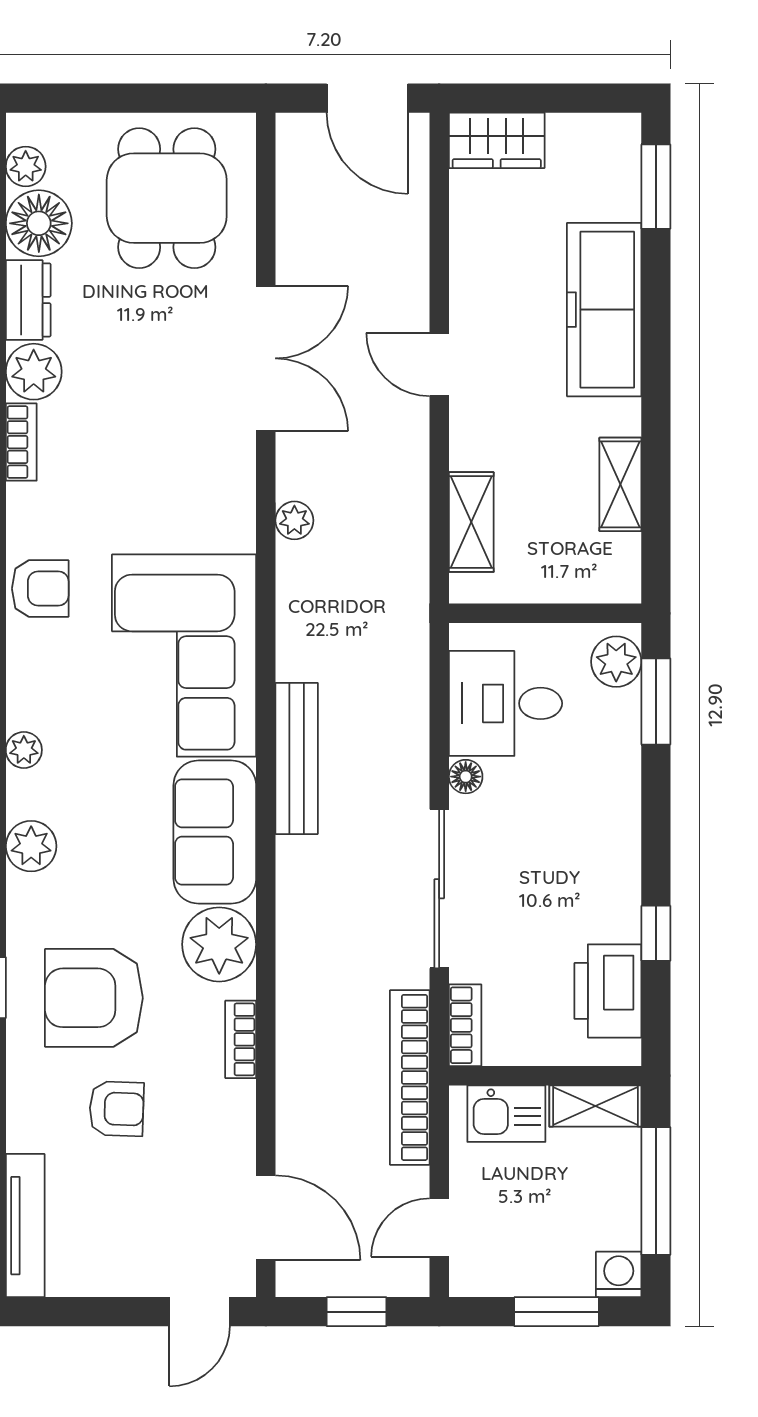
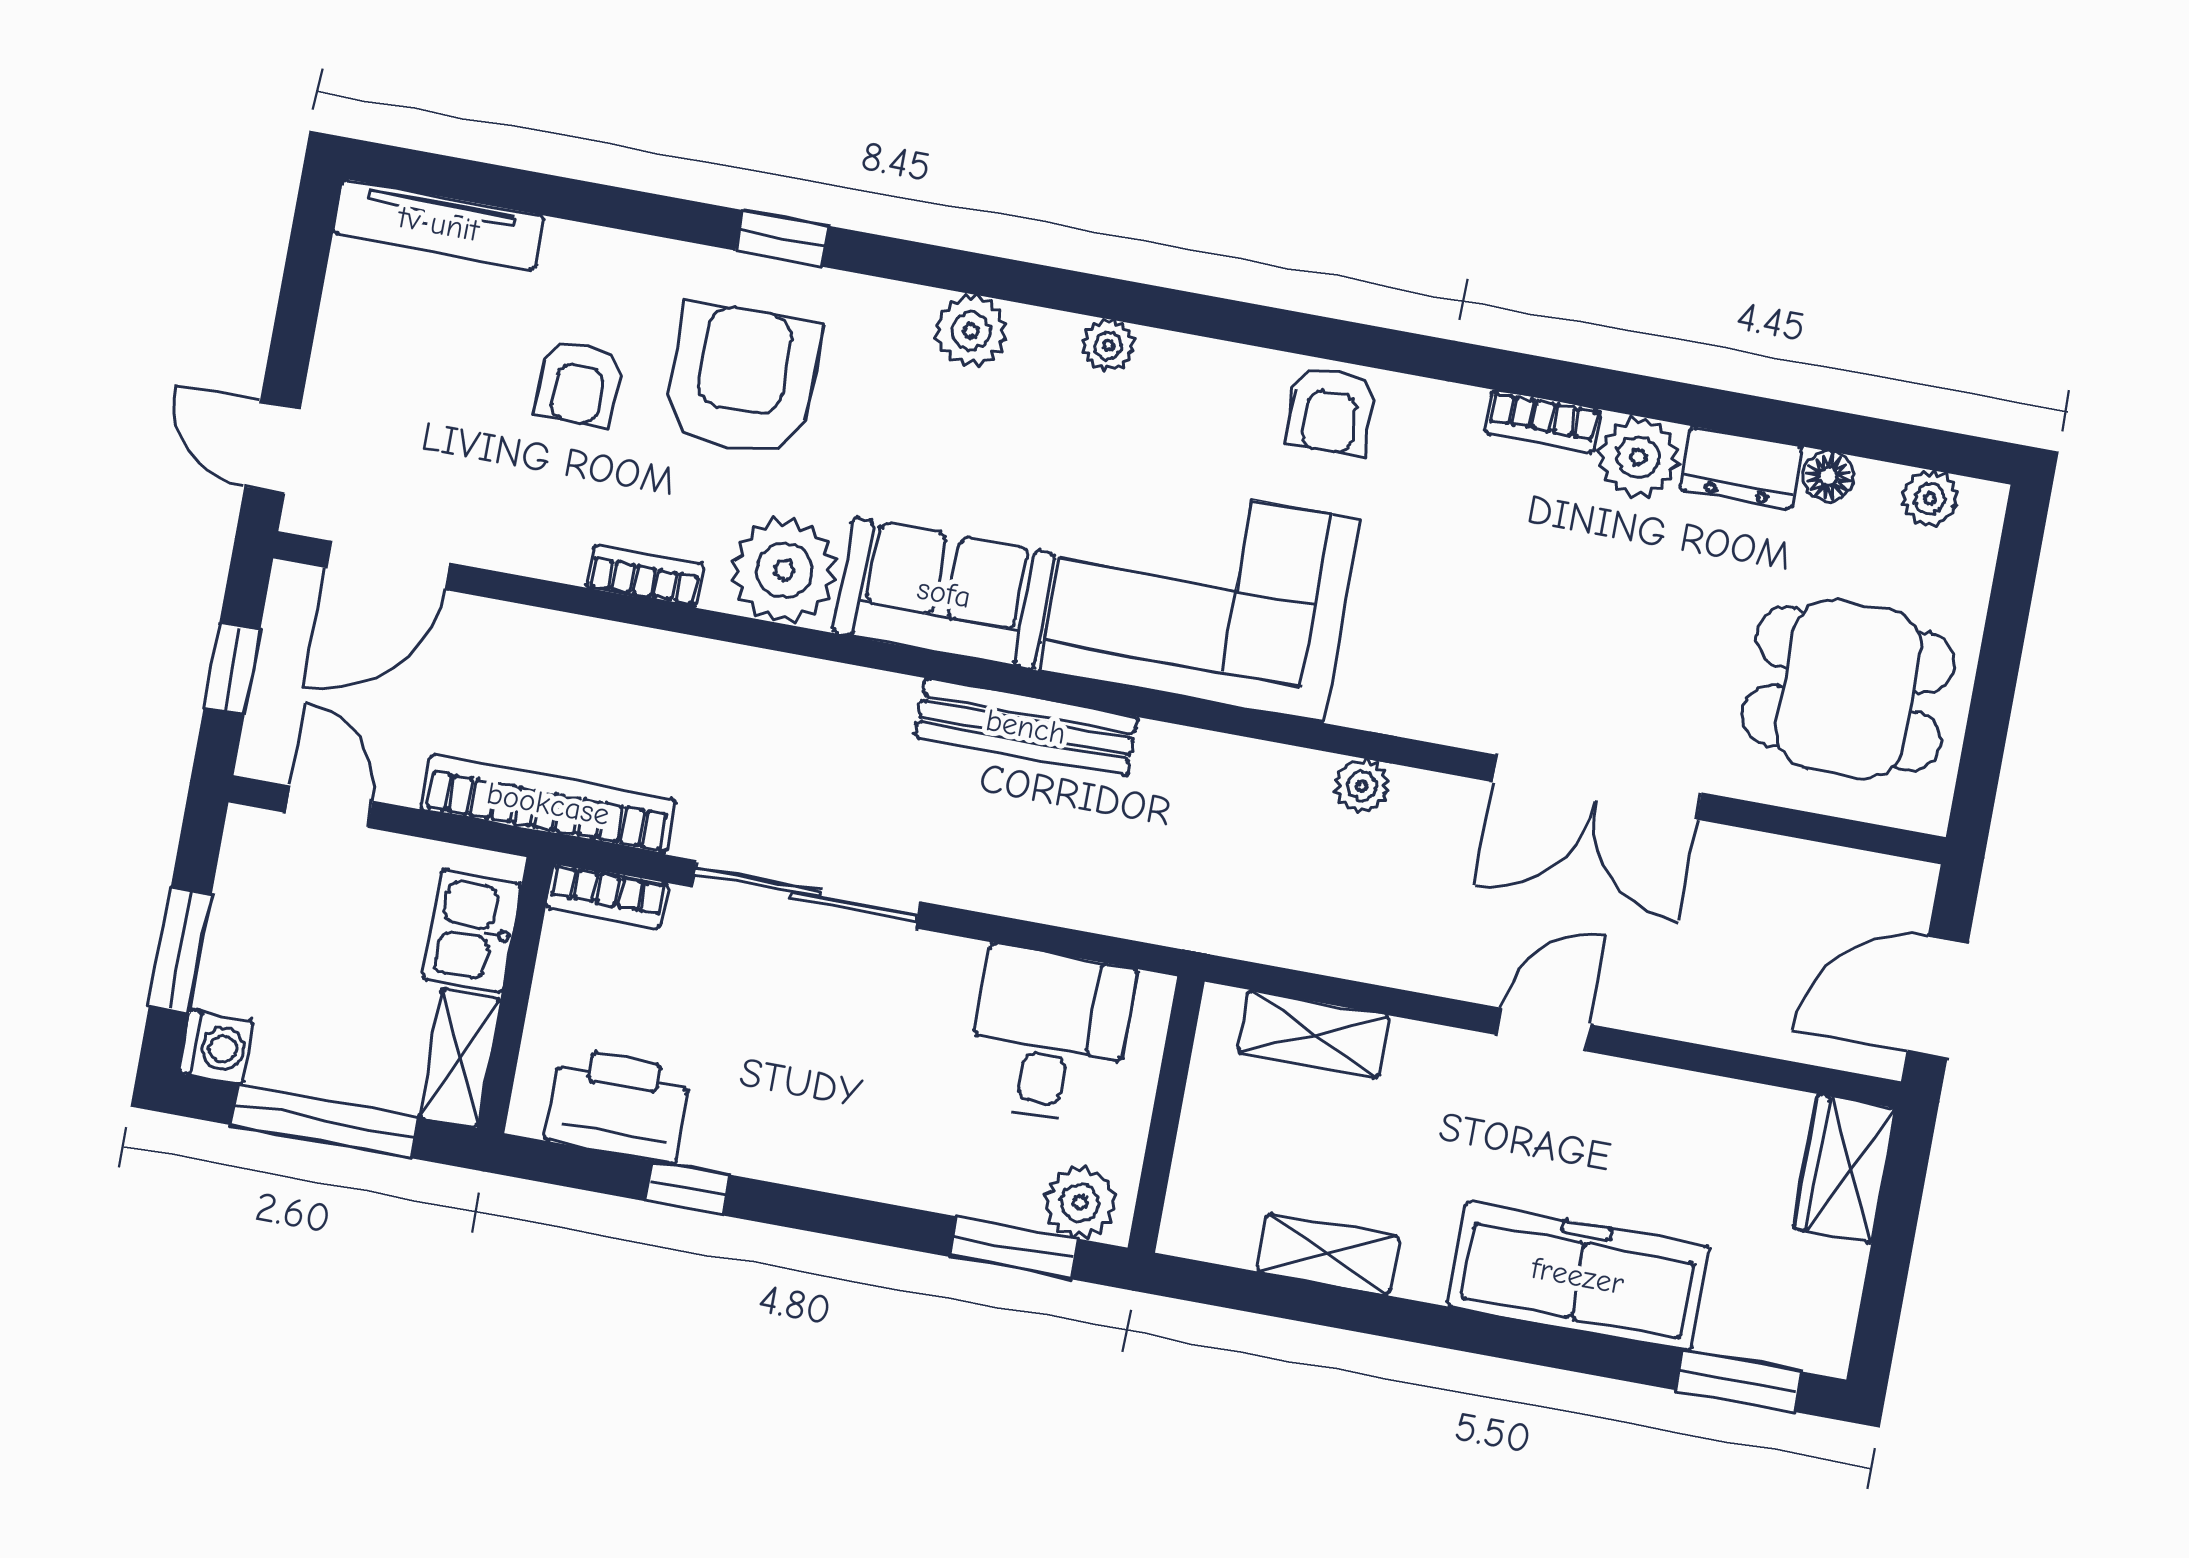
floor lamp: (39, 223) -> (1828, 477), width x0.53, depth x0.53
floor lamp: (466, 777) -> (957, 961), removed

